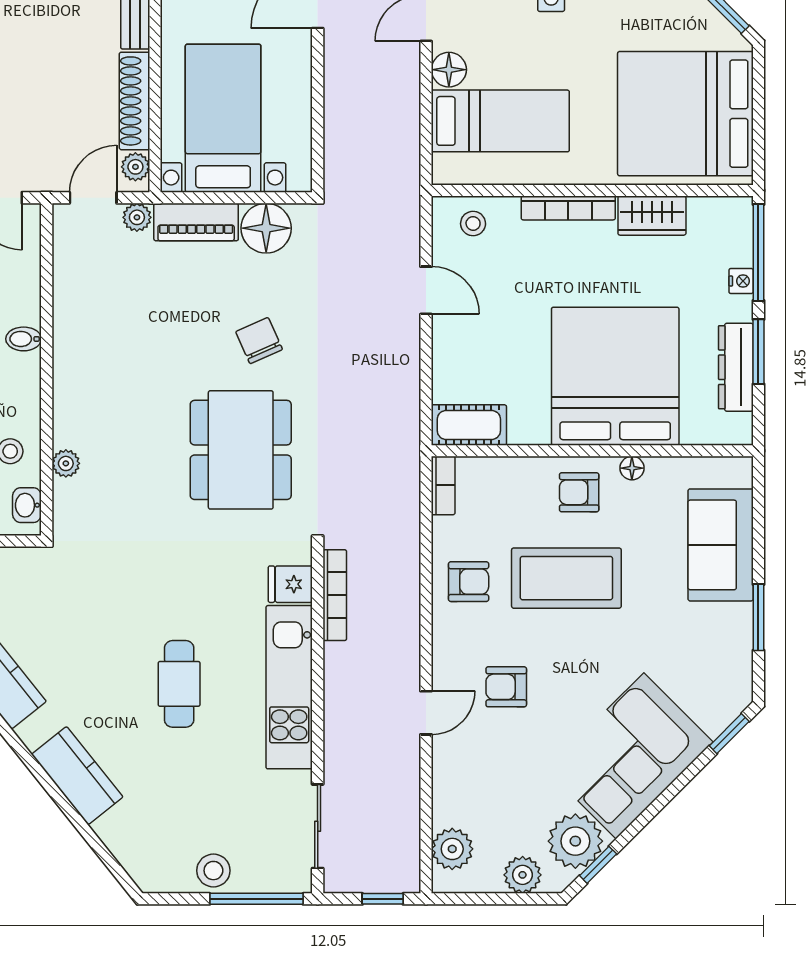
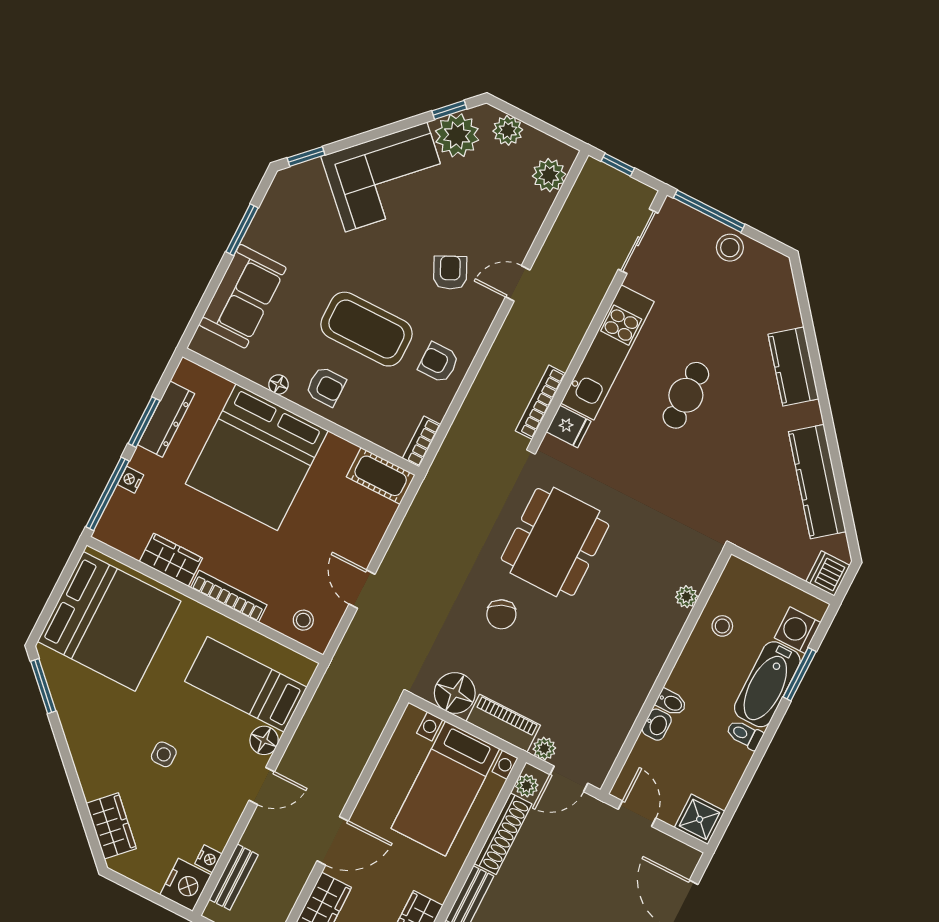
washbasin: (27, 505) -> (657, 725), moved
armchair: (506, 687) -> (450, 273), turned -116

